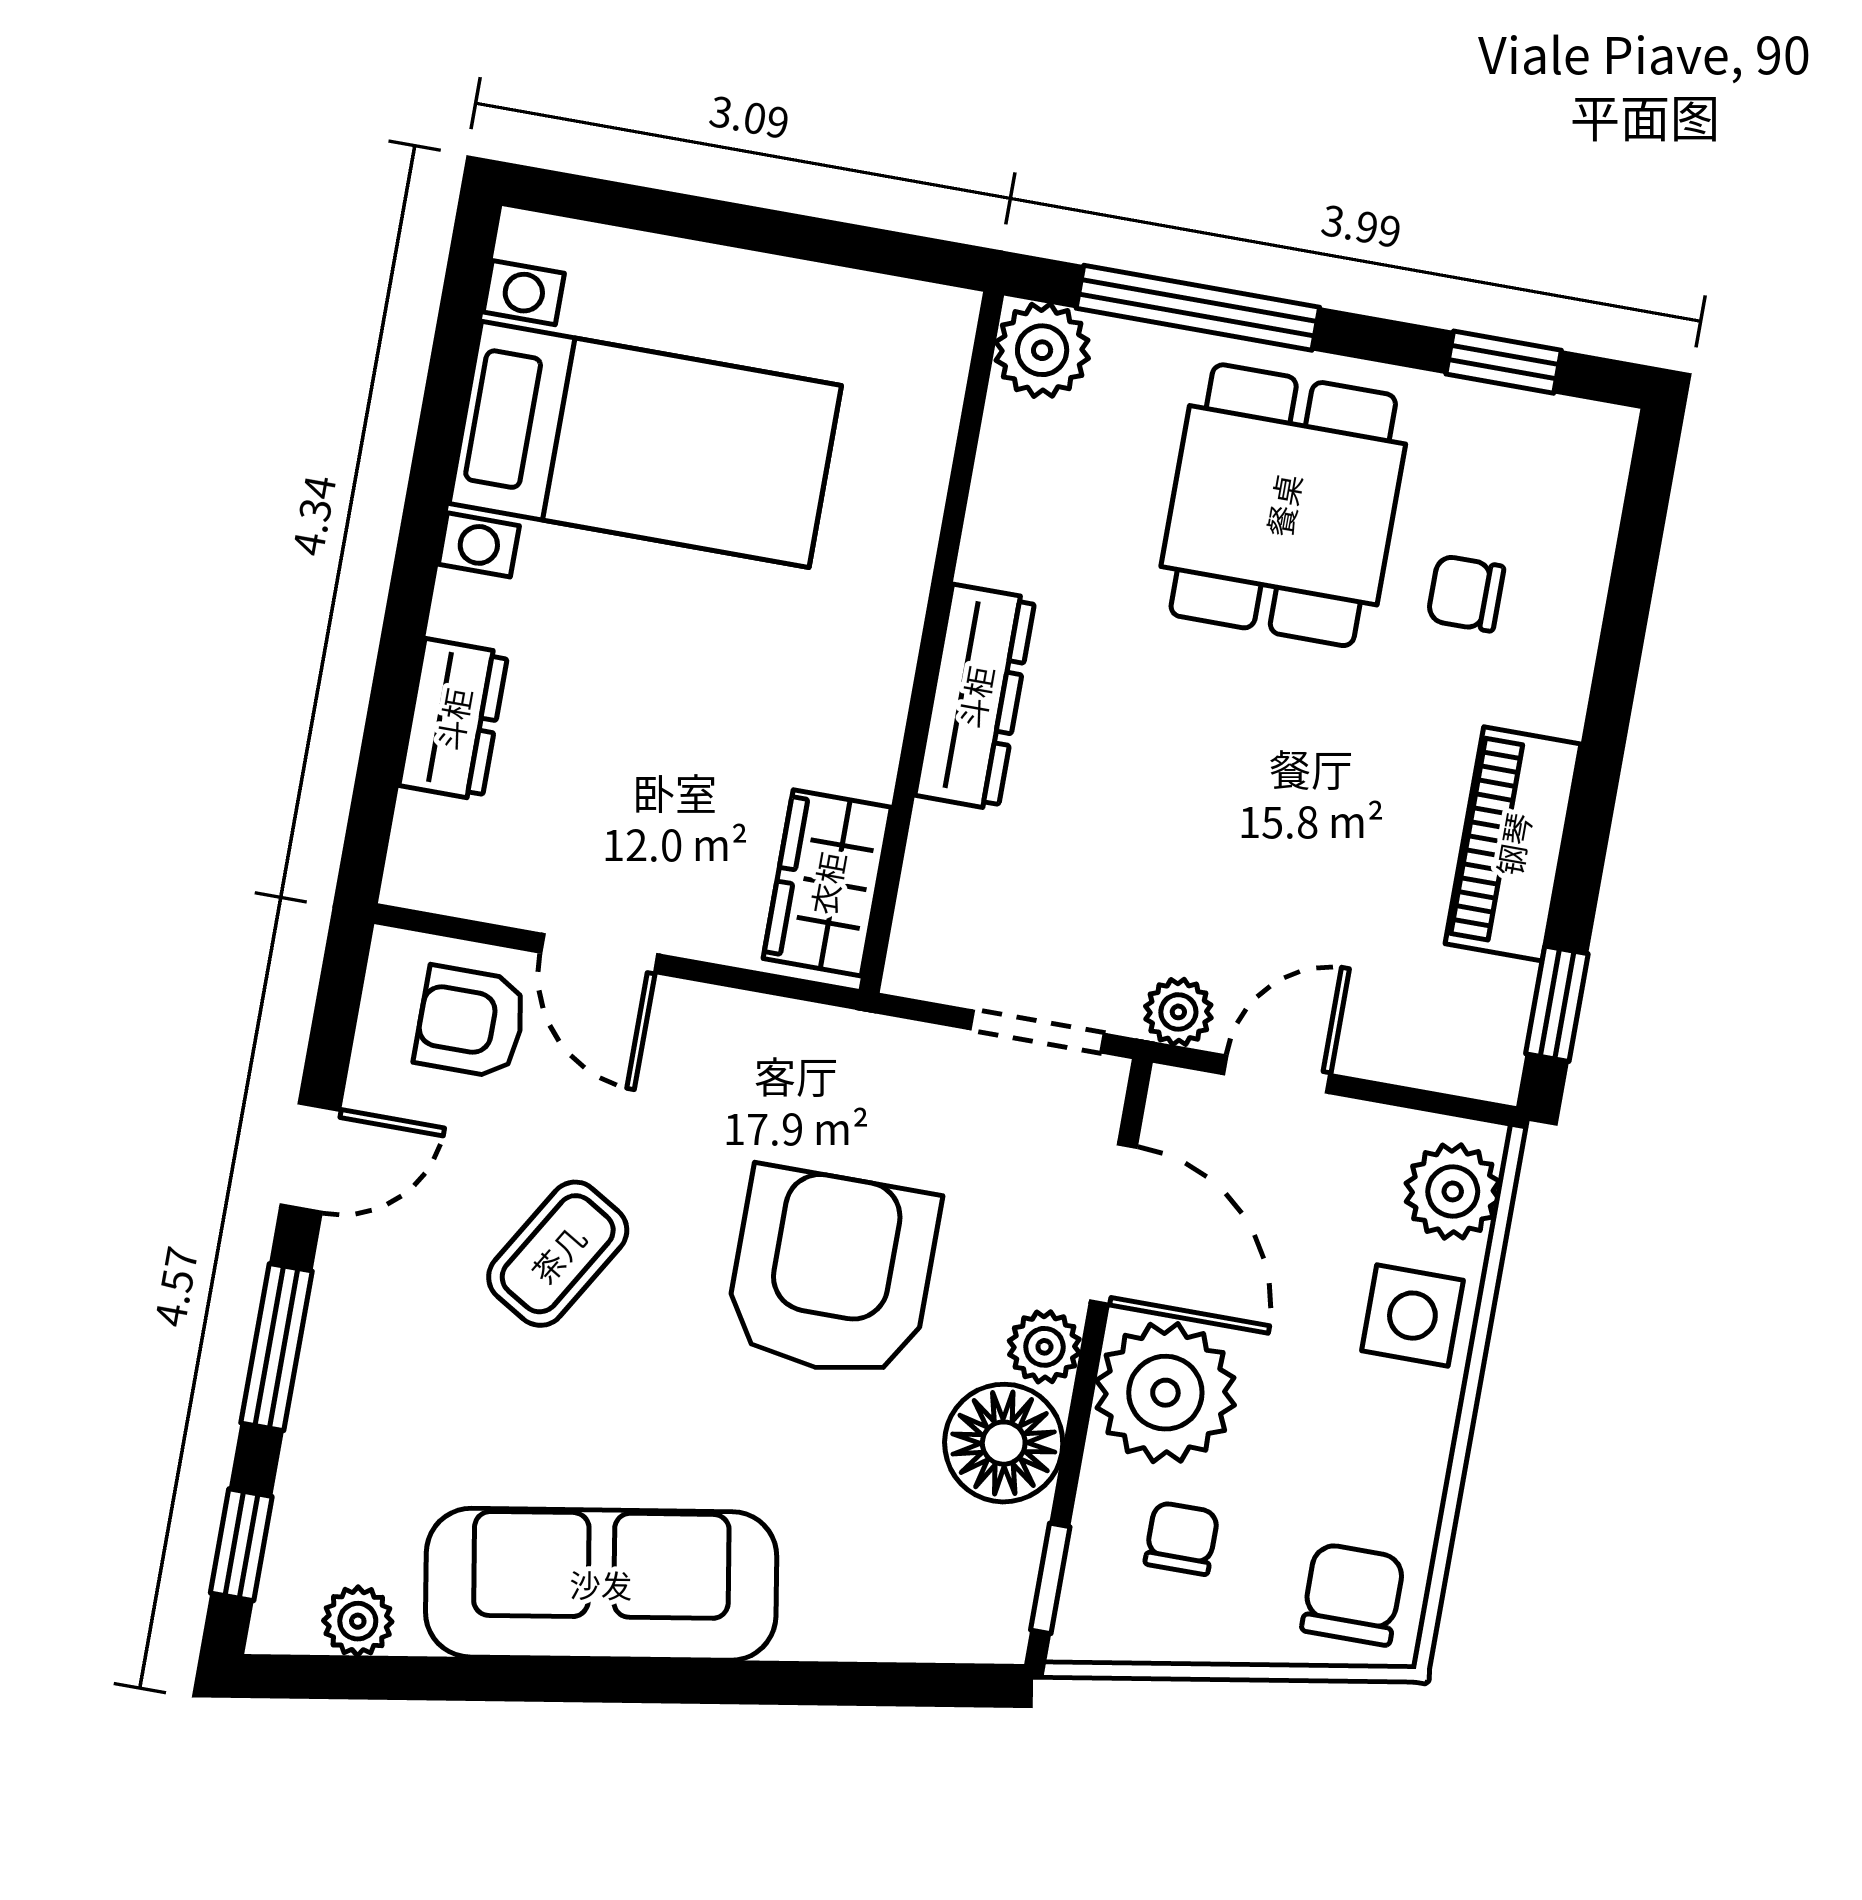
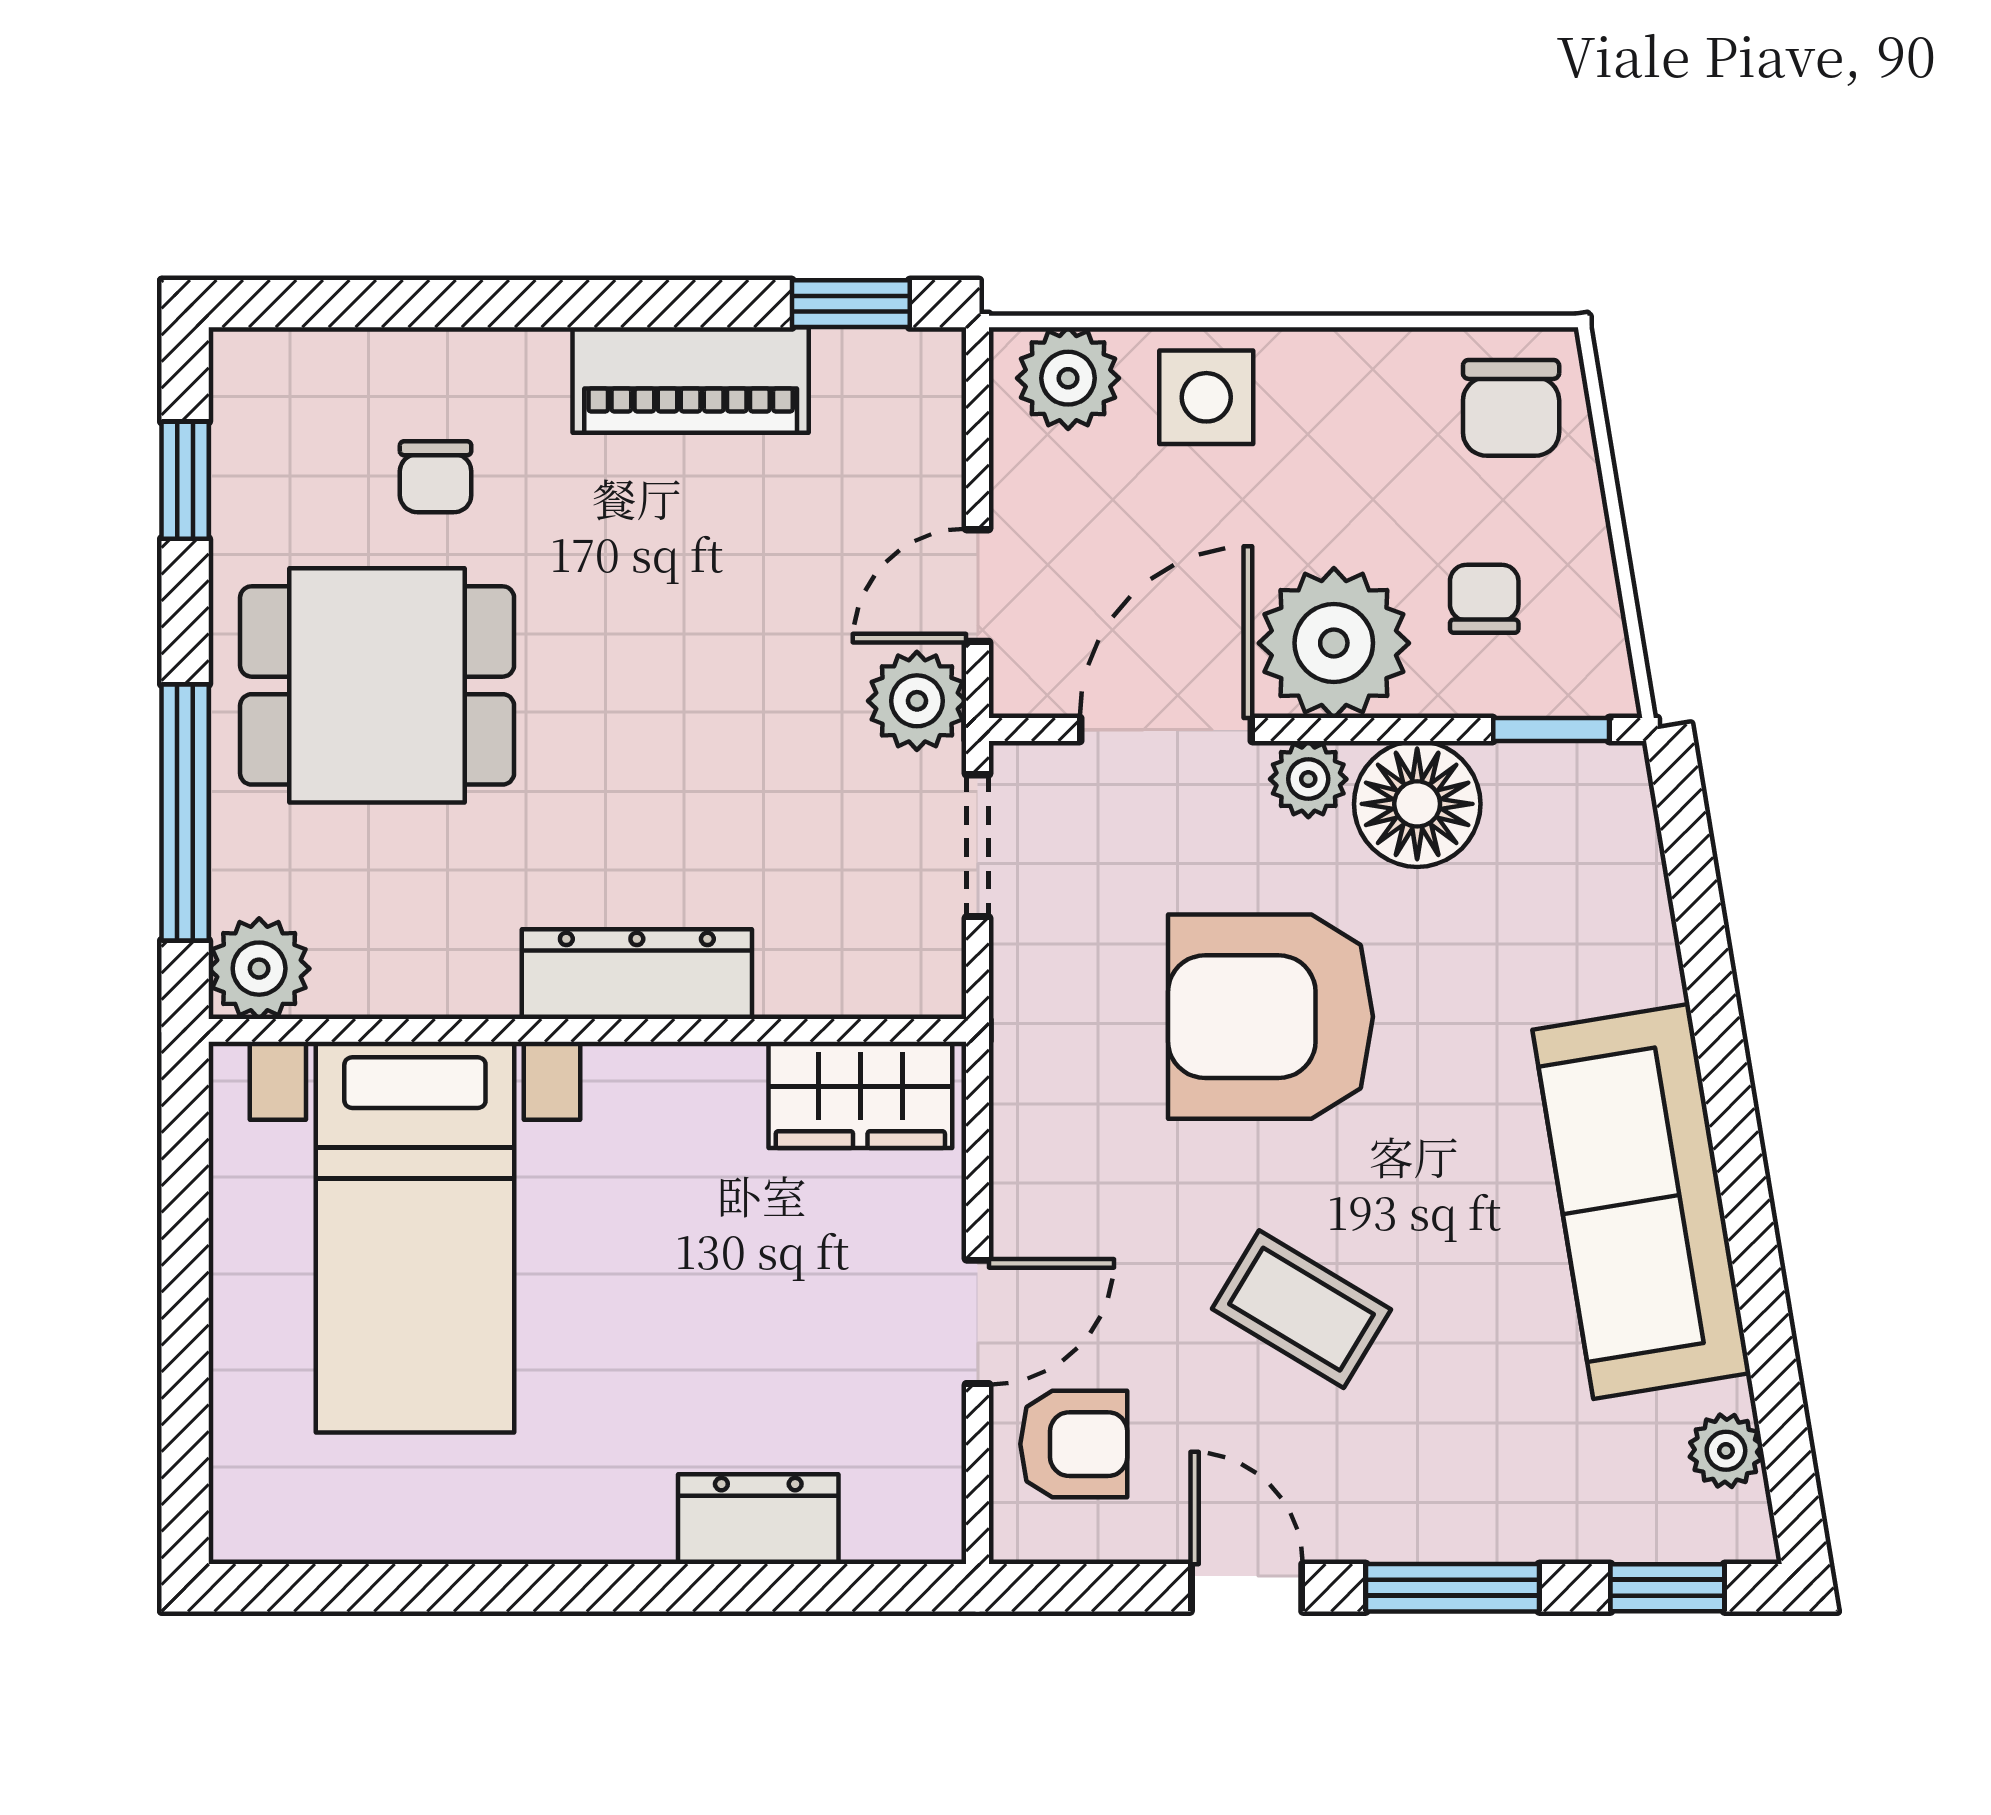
bed with nightstands: (645, 444) -> (415, 1237), moved, turned 180
plant: (1178, 1012) -> (917, 701), width x1.38, depth x1.38
armchair: (471, 1022) -> (1074, 1444), turned -90
door: (1277, 1074) -> (978, 586), hinge flipped
chair: (1181, 1538) -> (1484, 599), turned 90
chair: (1353, 1594) -> (1511, 408), turned -90

